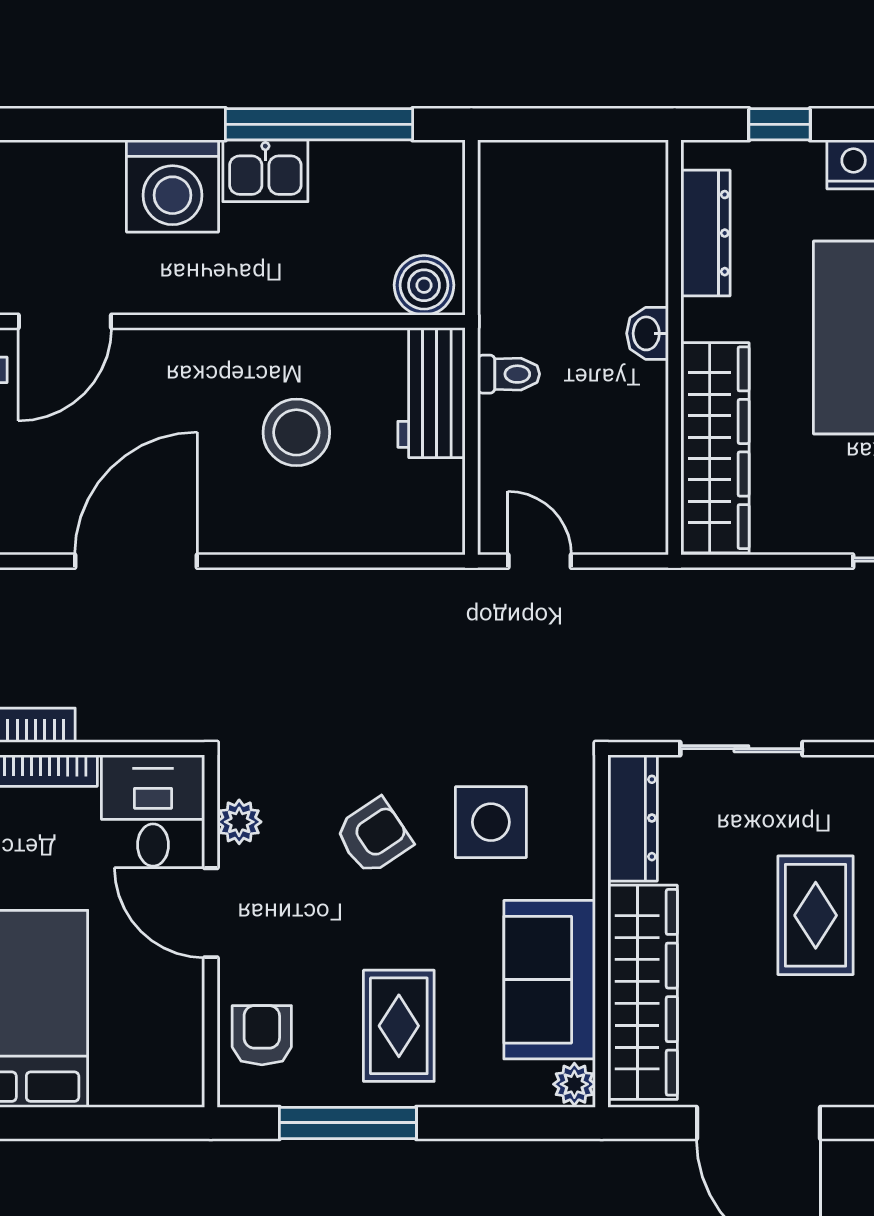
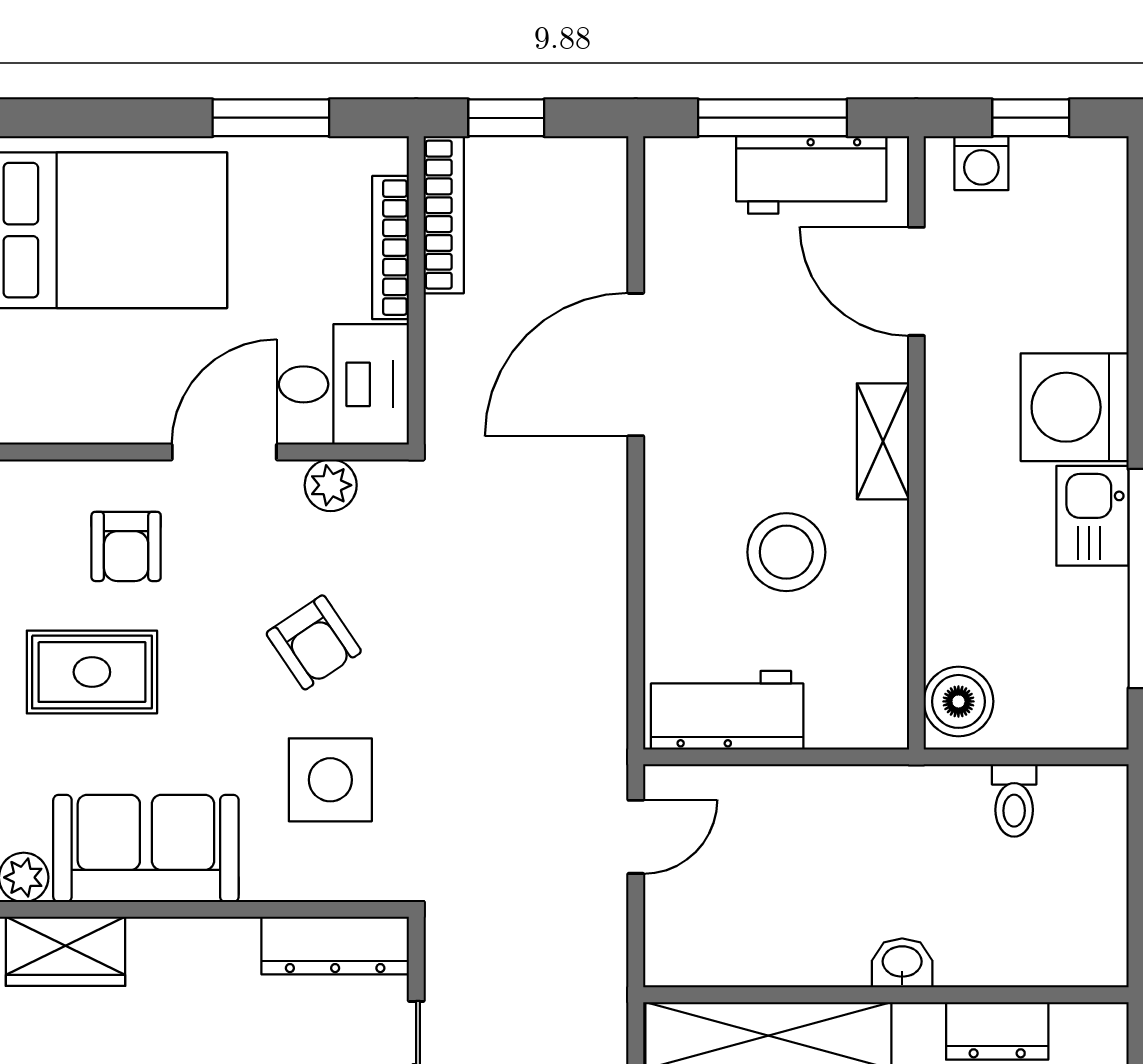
dresser: (706, 233) -> (997, 1031), width x0.70
shelving: (202, 350) -> (883, 441), added
toilet: (509, 374) -> (1014, 800), moved
workbench: (432, 393) -> (727, 710), moved
door: (136, 561) -> (636, 365), swing flipped
wardrobe: (643, 992) -> (65, 951), width x0.48, depth x0.85
armchair: (262, 1035) -> (126, 546), moved, turned 90

